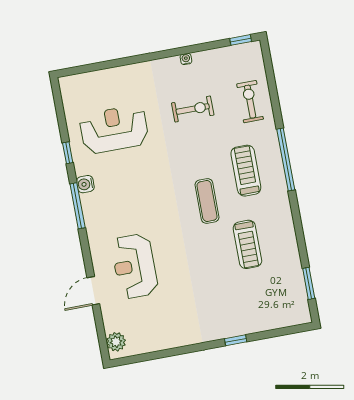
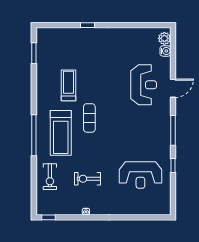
treadmill: (246, 171) -> (61, 133), width x1.37, depth x1.38
water cooler: (85, 184) -> (165, 51), moved
door: (93, 291) -> (173, 88), moved

